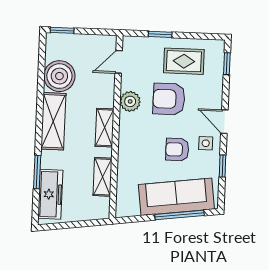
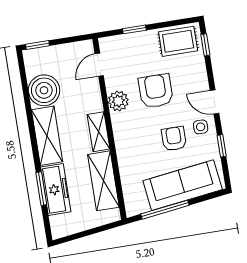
rug: (184, 61) -> (178, 41), moved
armchair: (169, 99) -> (156, 91), turned 90
armchair: (177, 150) -> (174, 139), turned 90
shelving: (103, 177) -> (103, 181), width x1.50, depth x1.33
freezer: (50, 194) -> (56, 189), moved
window: (179, 215) -> (165, 210), moved

